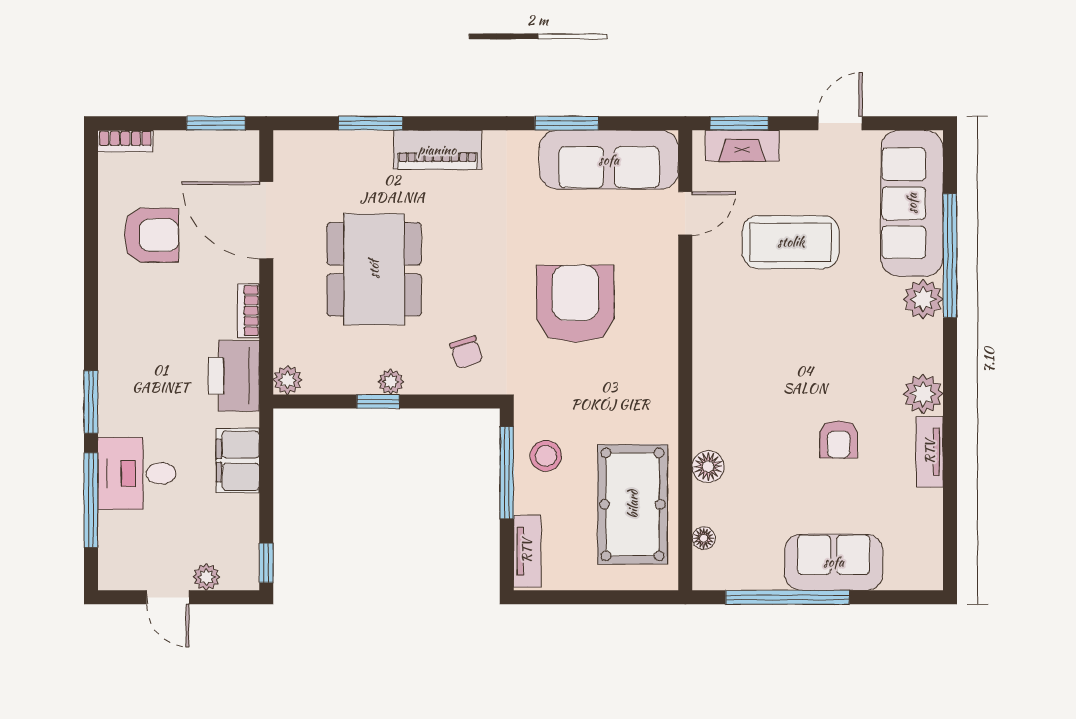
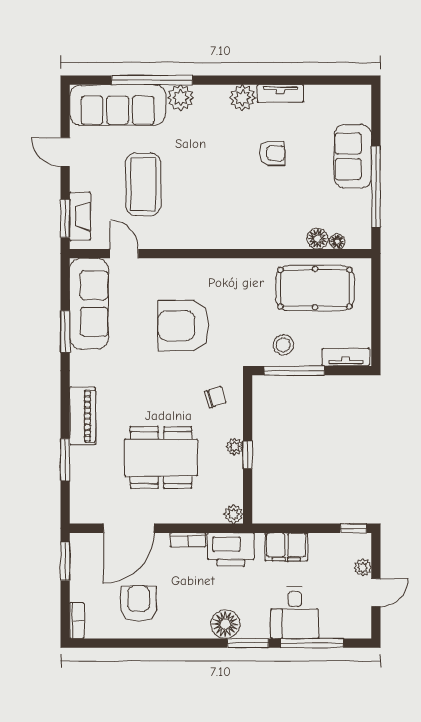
floor lamp: (120, 368) -> (225, 624), added
floor lamp: (708, 467) -> (317, 239), moved

